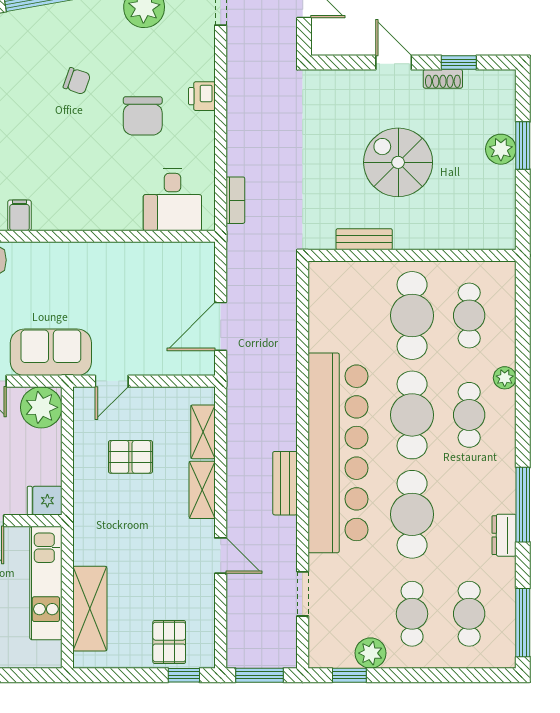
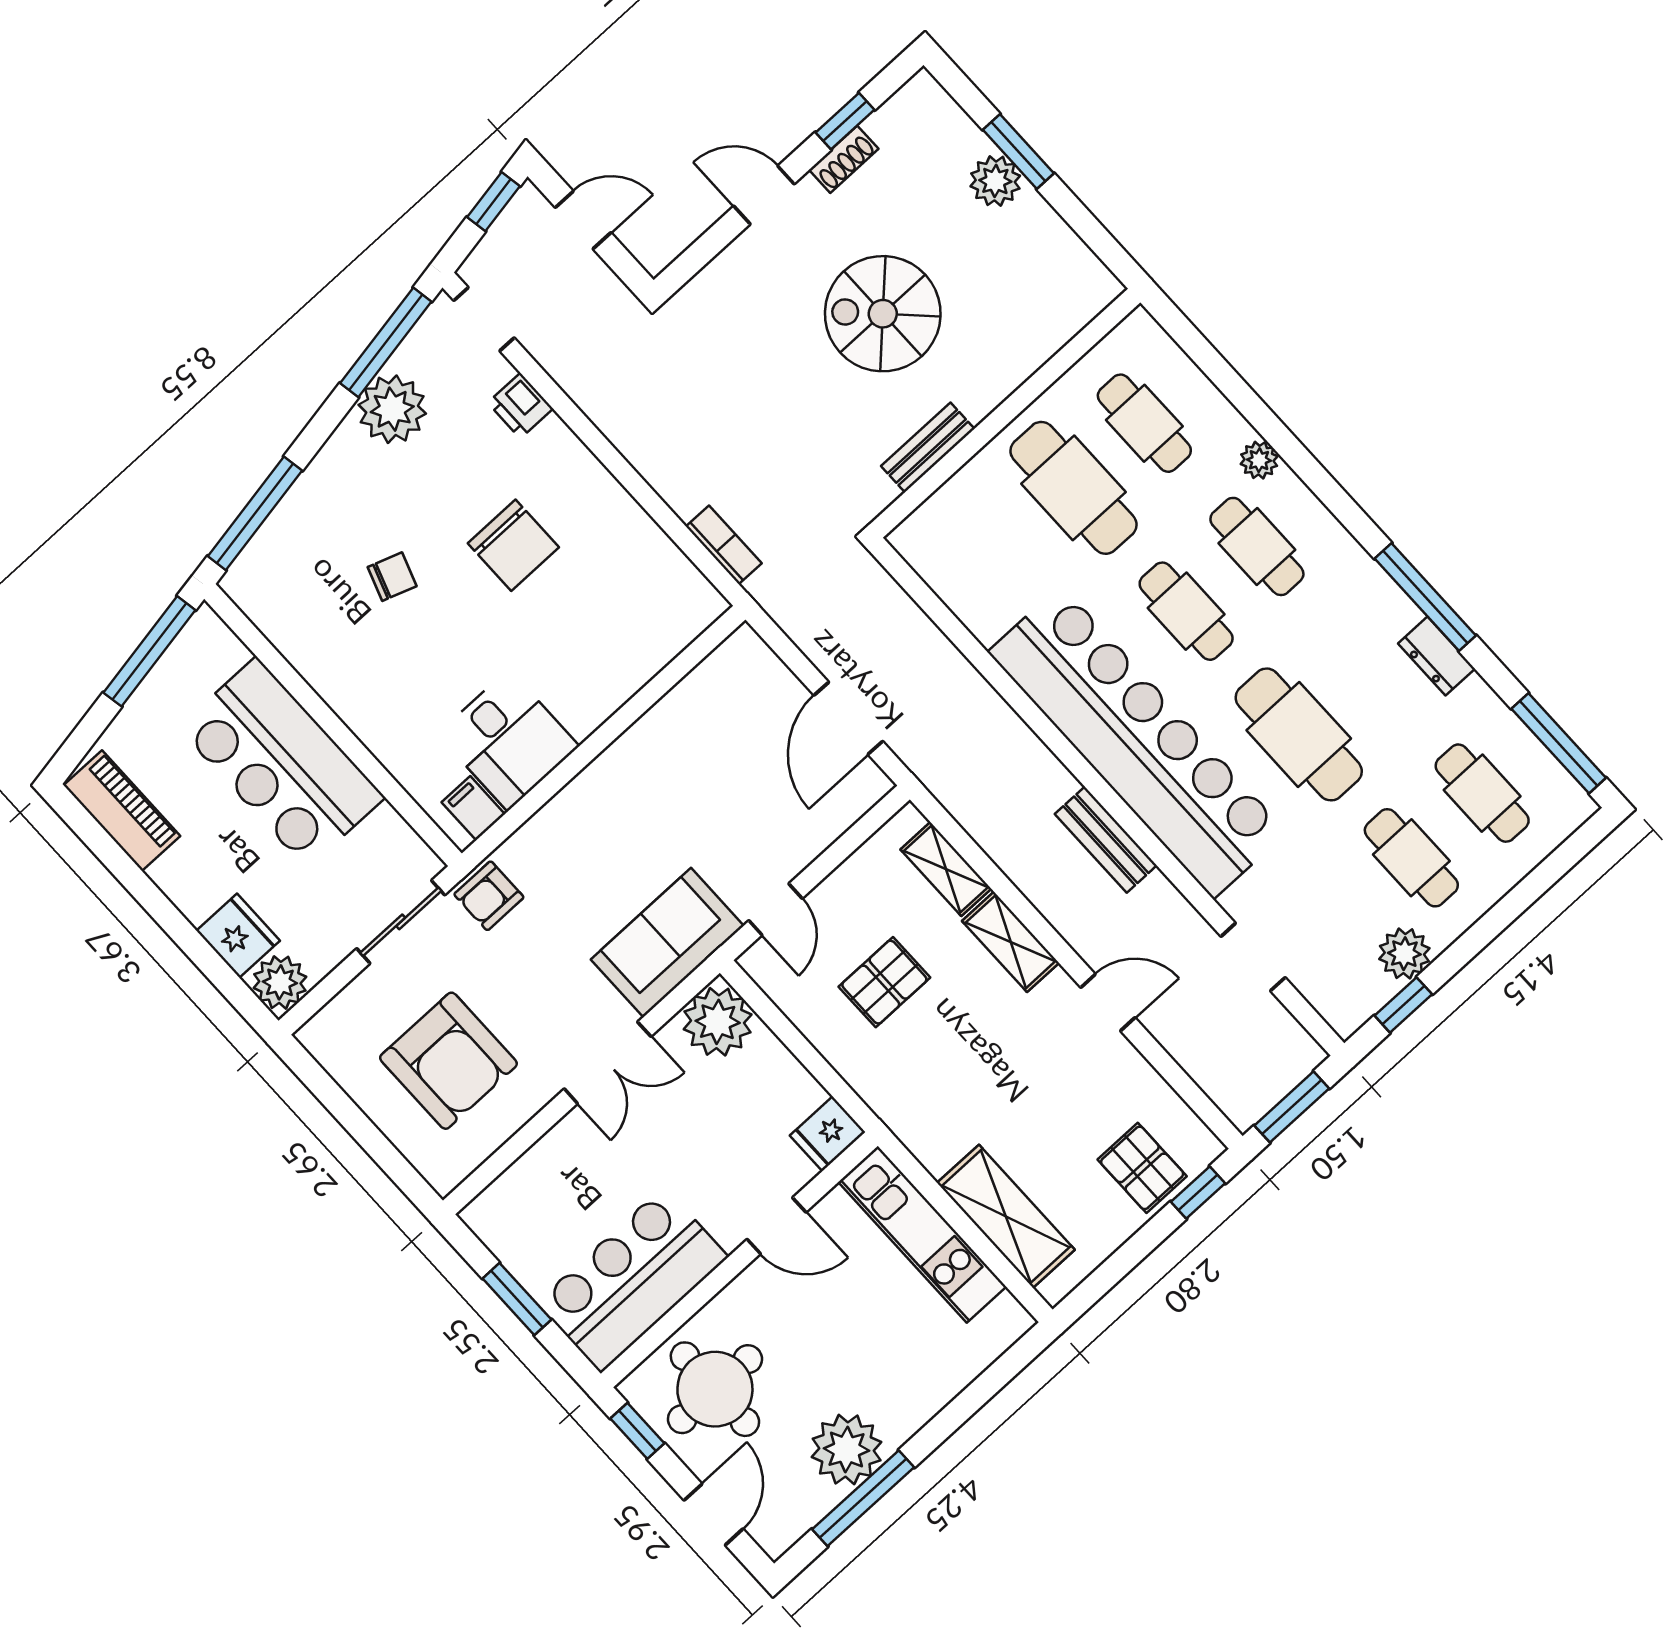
printer: (202, 96) -> (520, 406), moved
desk: (172, 199) -> (508, 740), moved
cafe table: (412, 415) -> (1186, 611), width x0.73, depth x0.74

